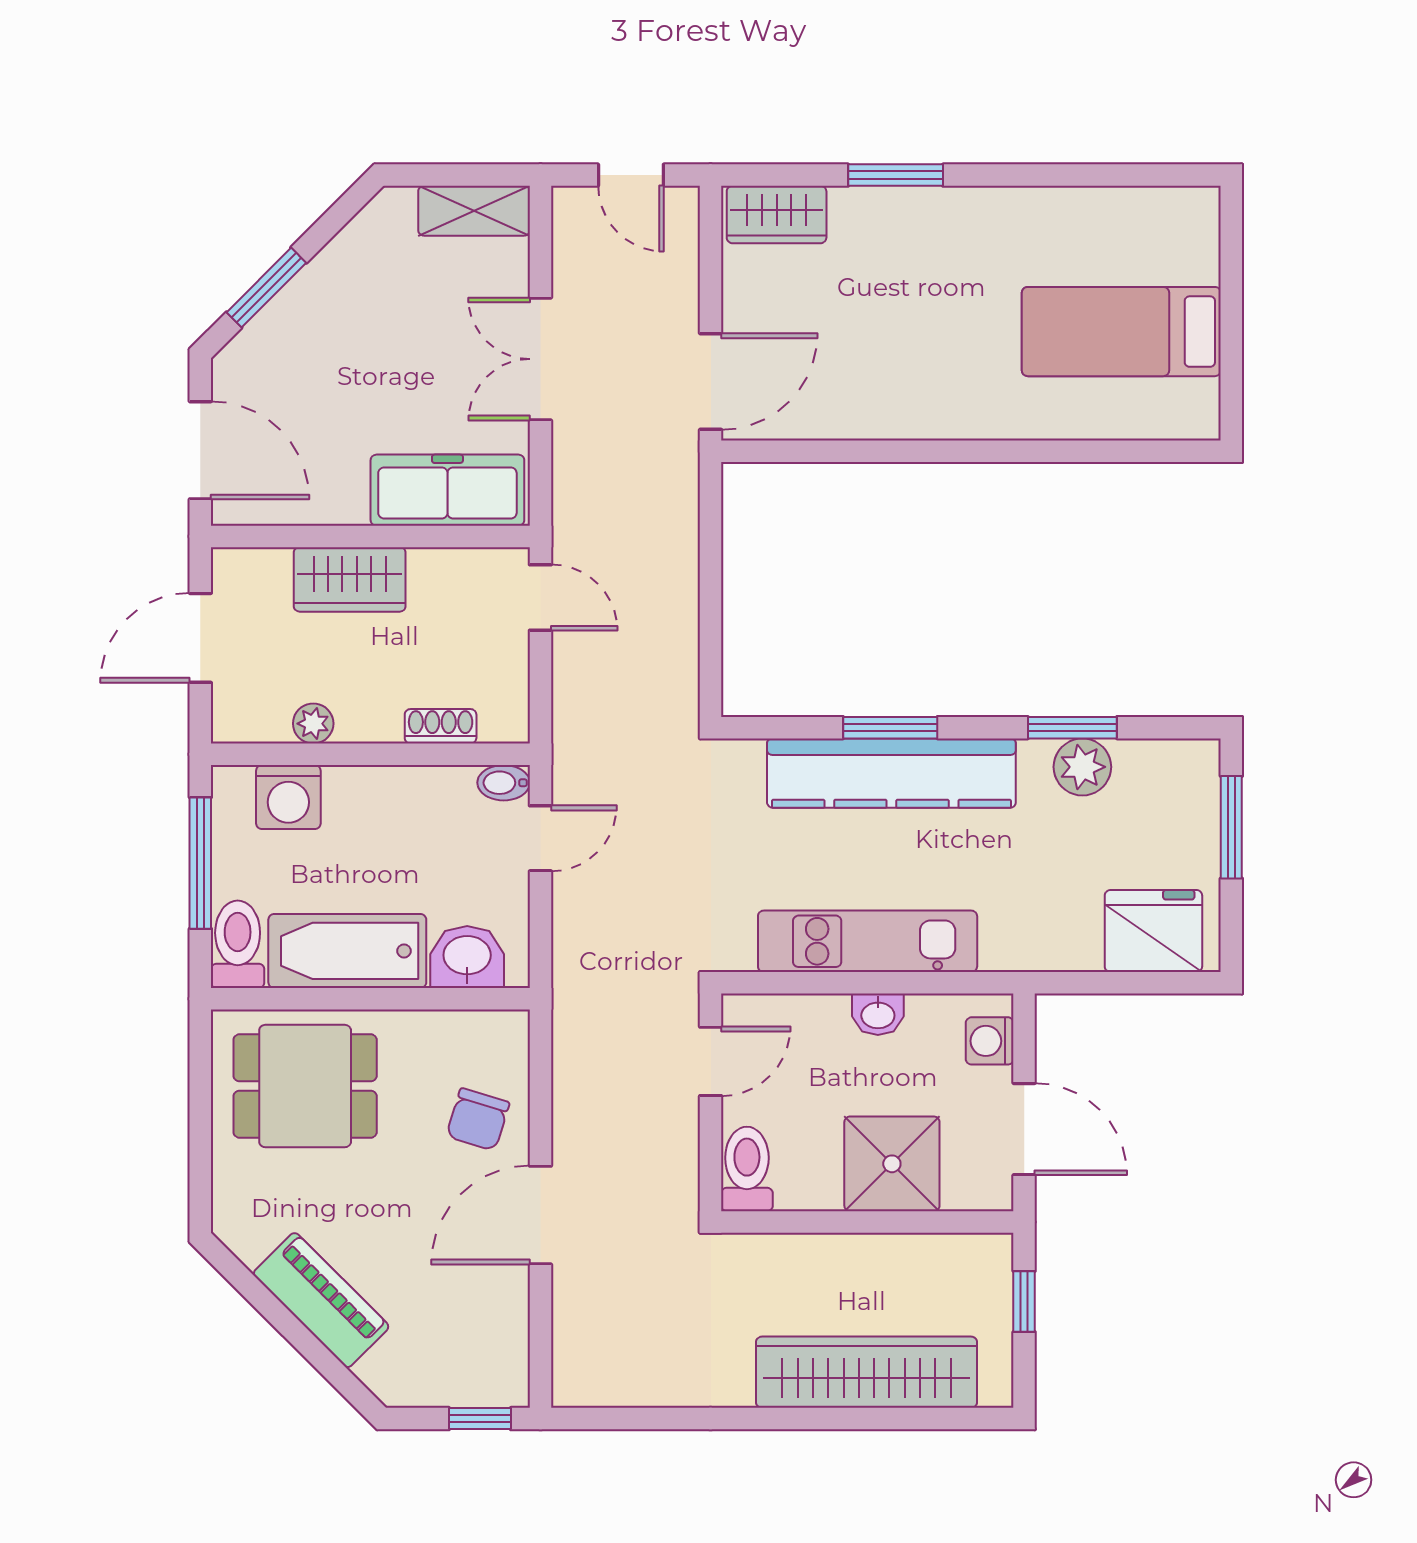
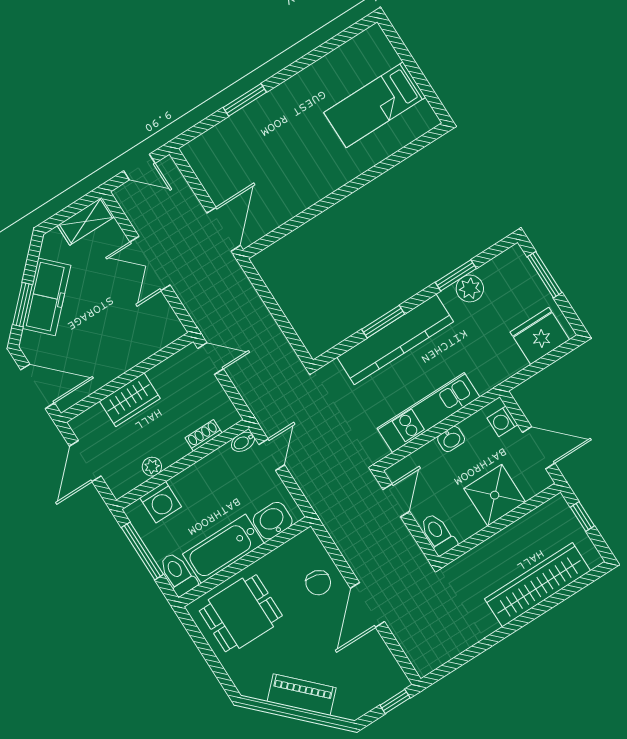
wardrobe: (777, 214) -> (207, 146), removed
freezer: (447, 490) -> (47, 297), moved, turned 135

